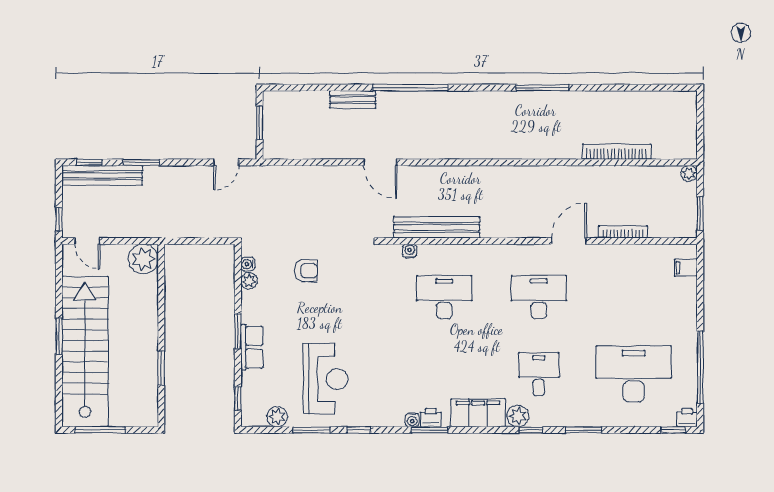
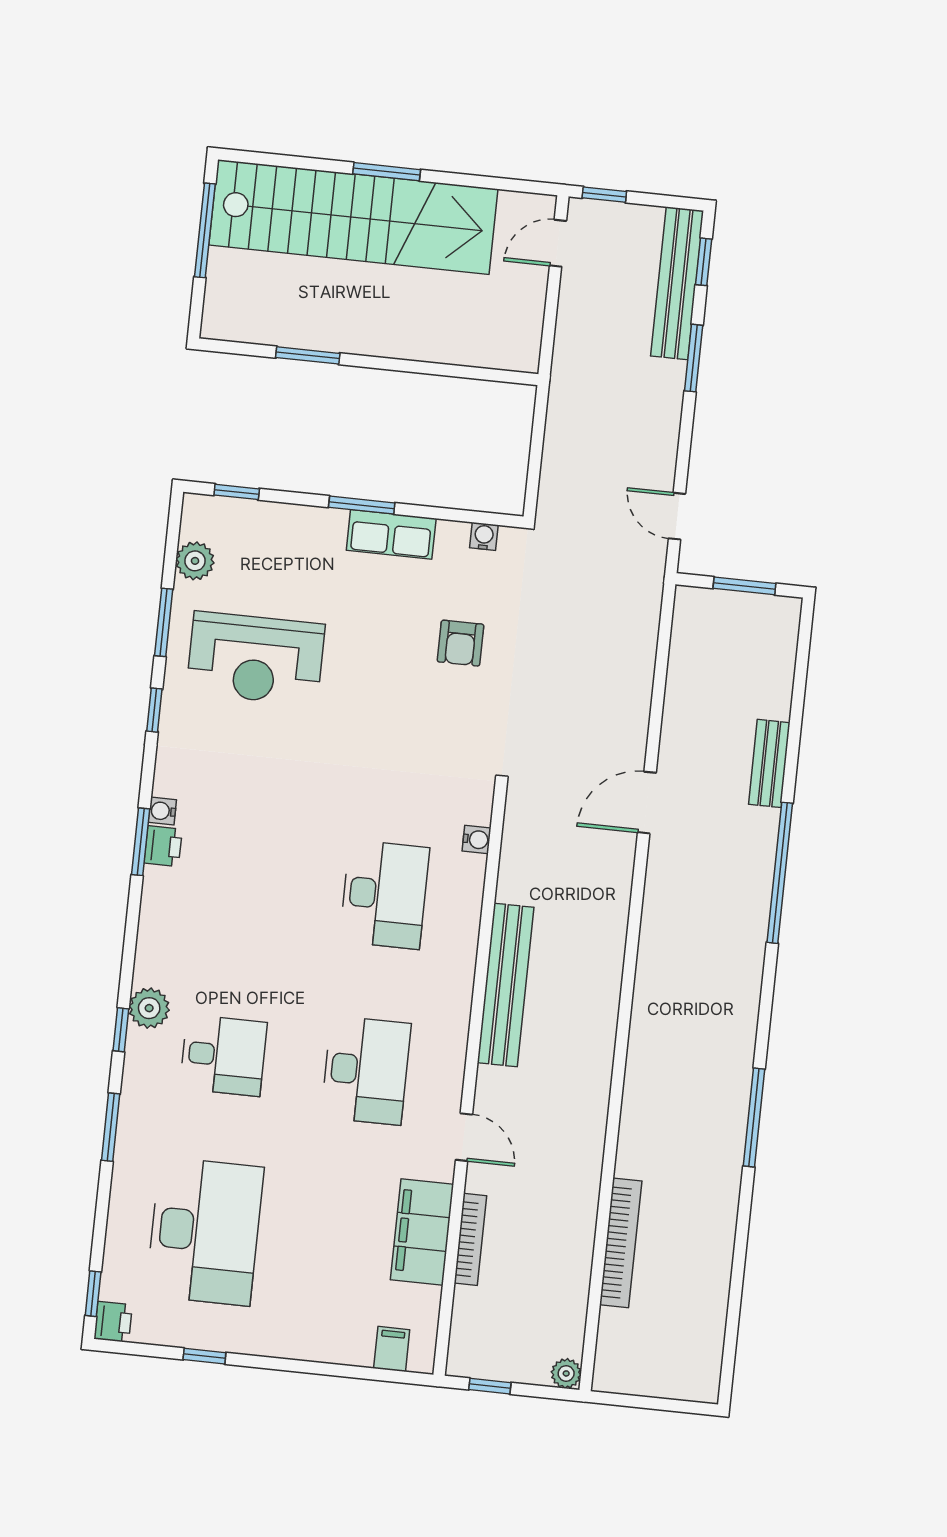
window: (700, 213) -> (490, 1386), width x0.67
bench: (437, 227) -> (506, 985), moved
door: (569, 241) -> (464, 1137), width x0.73
plant: (143, 259) -> (514, 343), removed
plant: (249, 281) -> (453, 536), removed
row of seats: (252, 347) -> (391, 534), moved
window: (700, 367) -> (204, 1356), width x0.32
filing cabinet: (478, 413) -> (422, 1232), moved, turned 180

